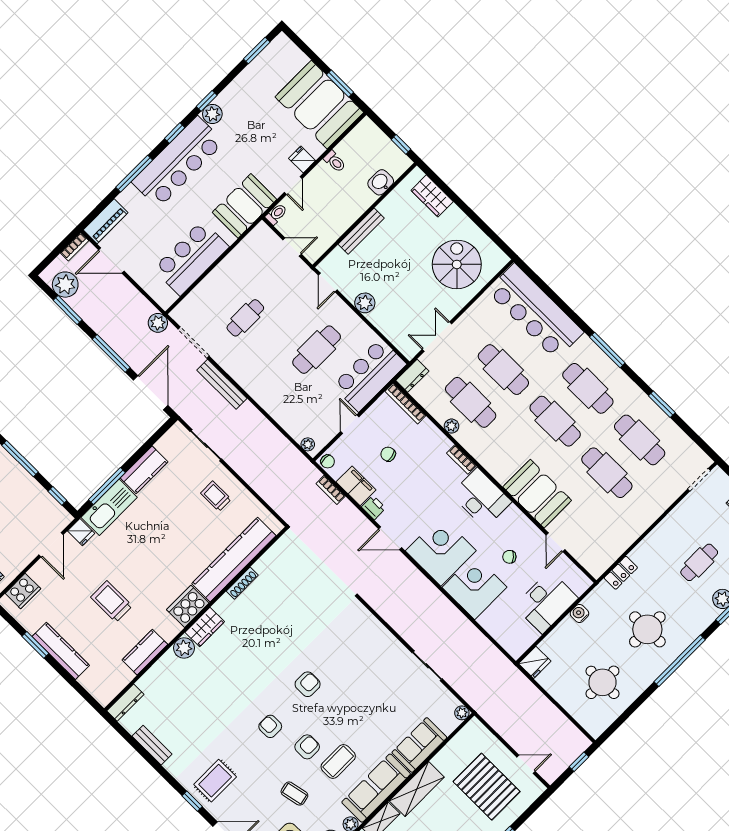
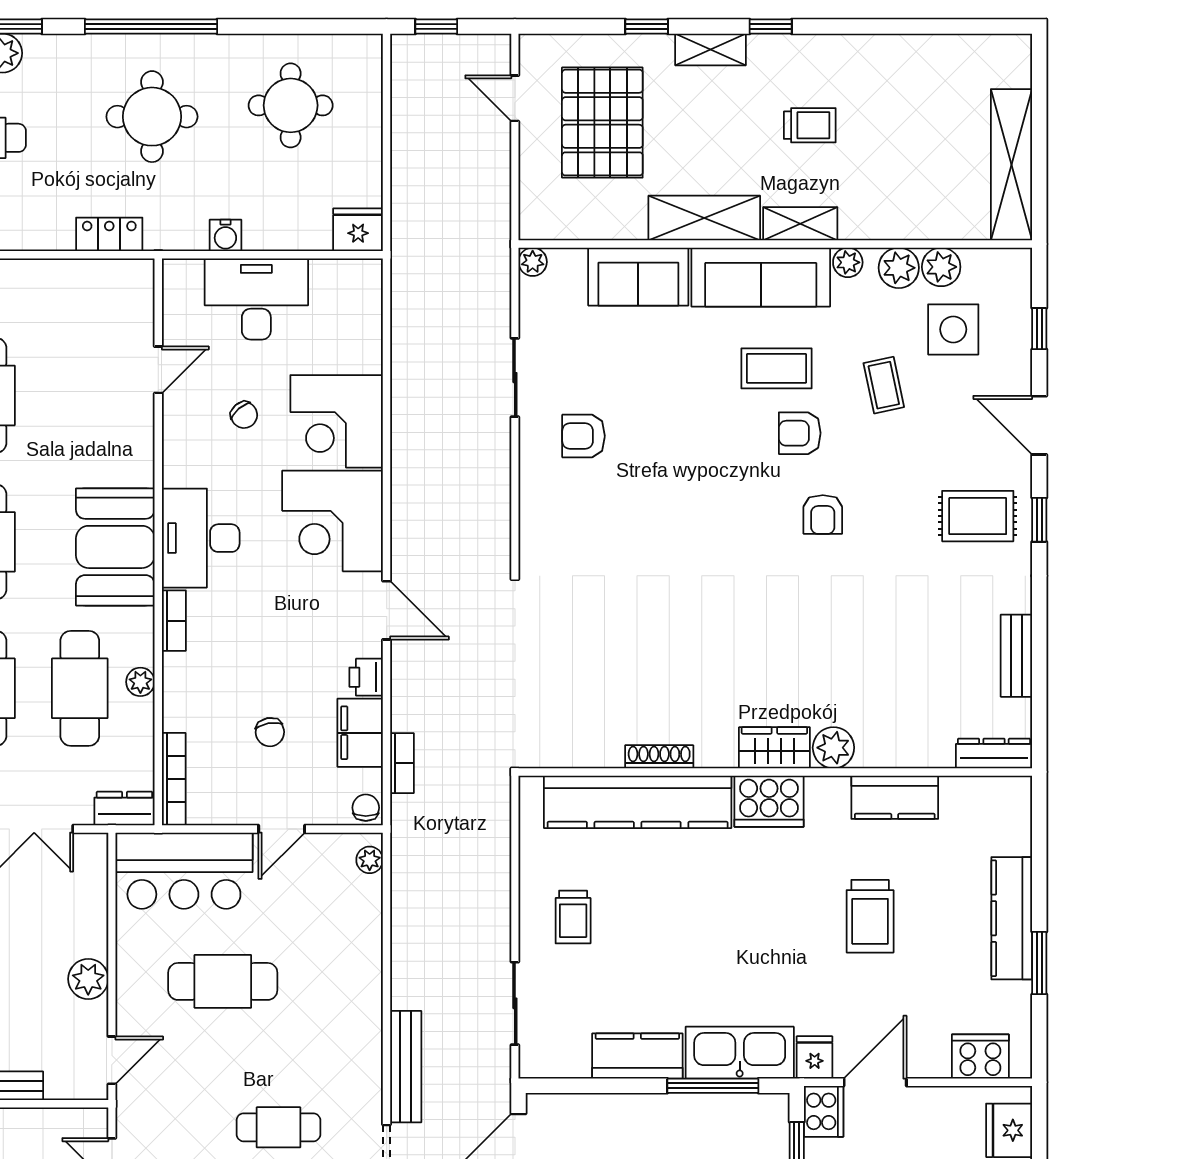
booth: (537, 494) -> (115, 547), moved
cooker: (59, 516) -> (824, 1111), added
armchair: (308, 684) -> (583, 436), moved

